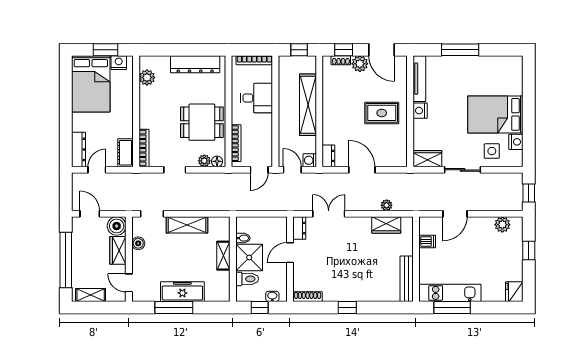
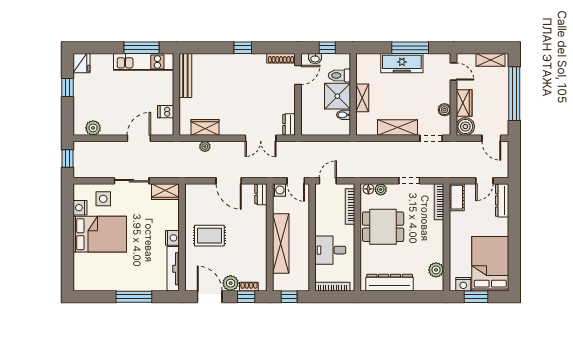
window: (529, 251) -> (68, 87), moved
door: (290, 253) -> (298, 75), moved

